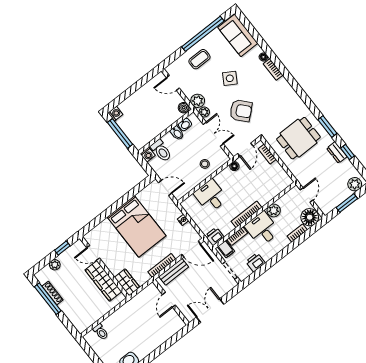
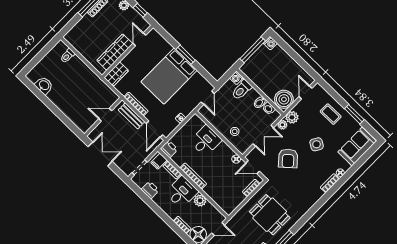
window: (203, 34) -> (354, 114), width x0.47
boiler: (184, 108) -> (284, 99), width x1.86, depth x1.86
window: (116, 206) -> (186, 55), added

